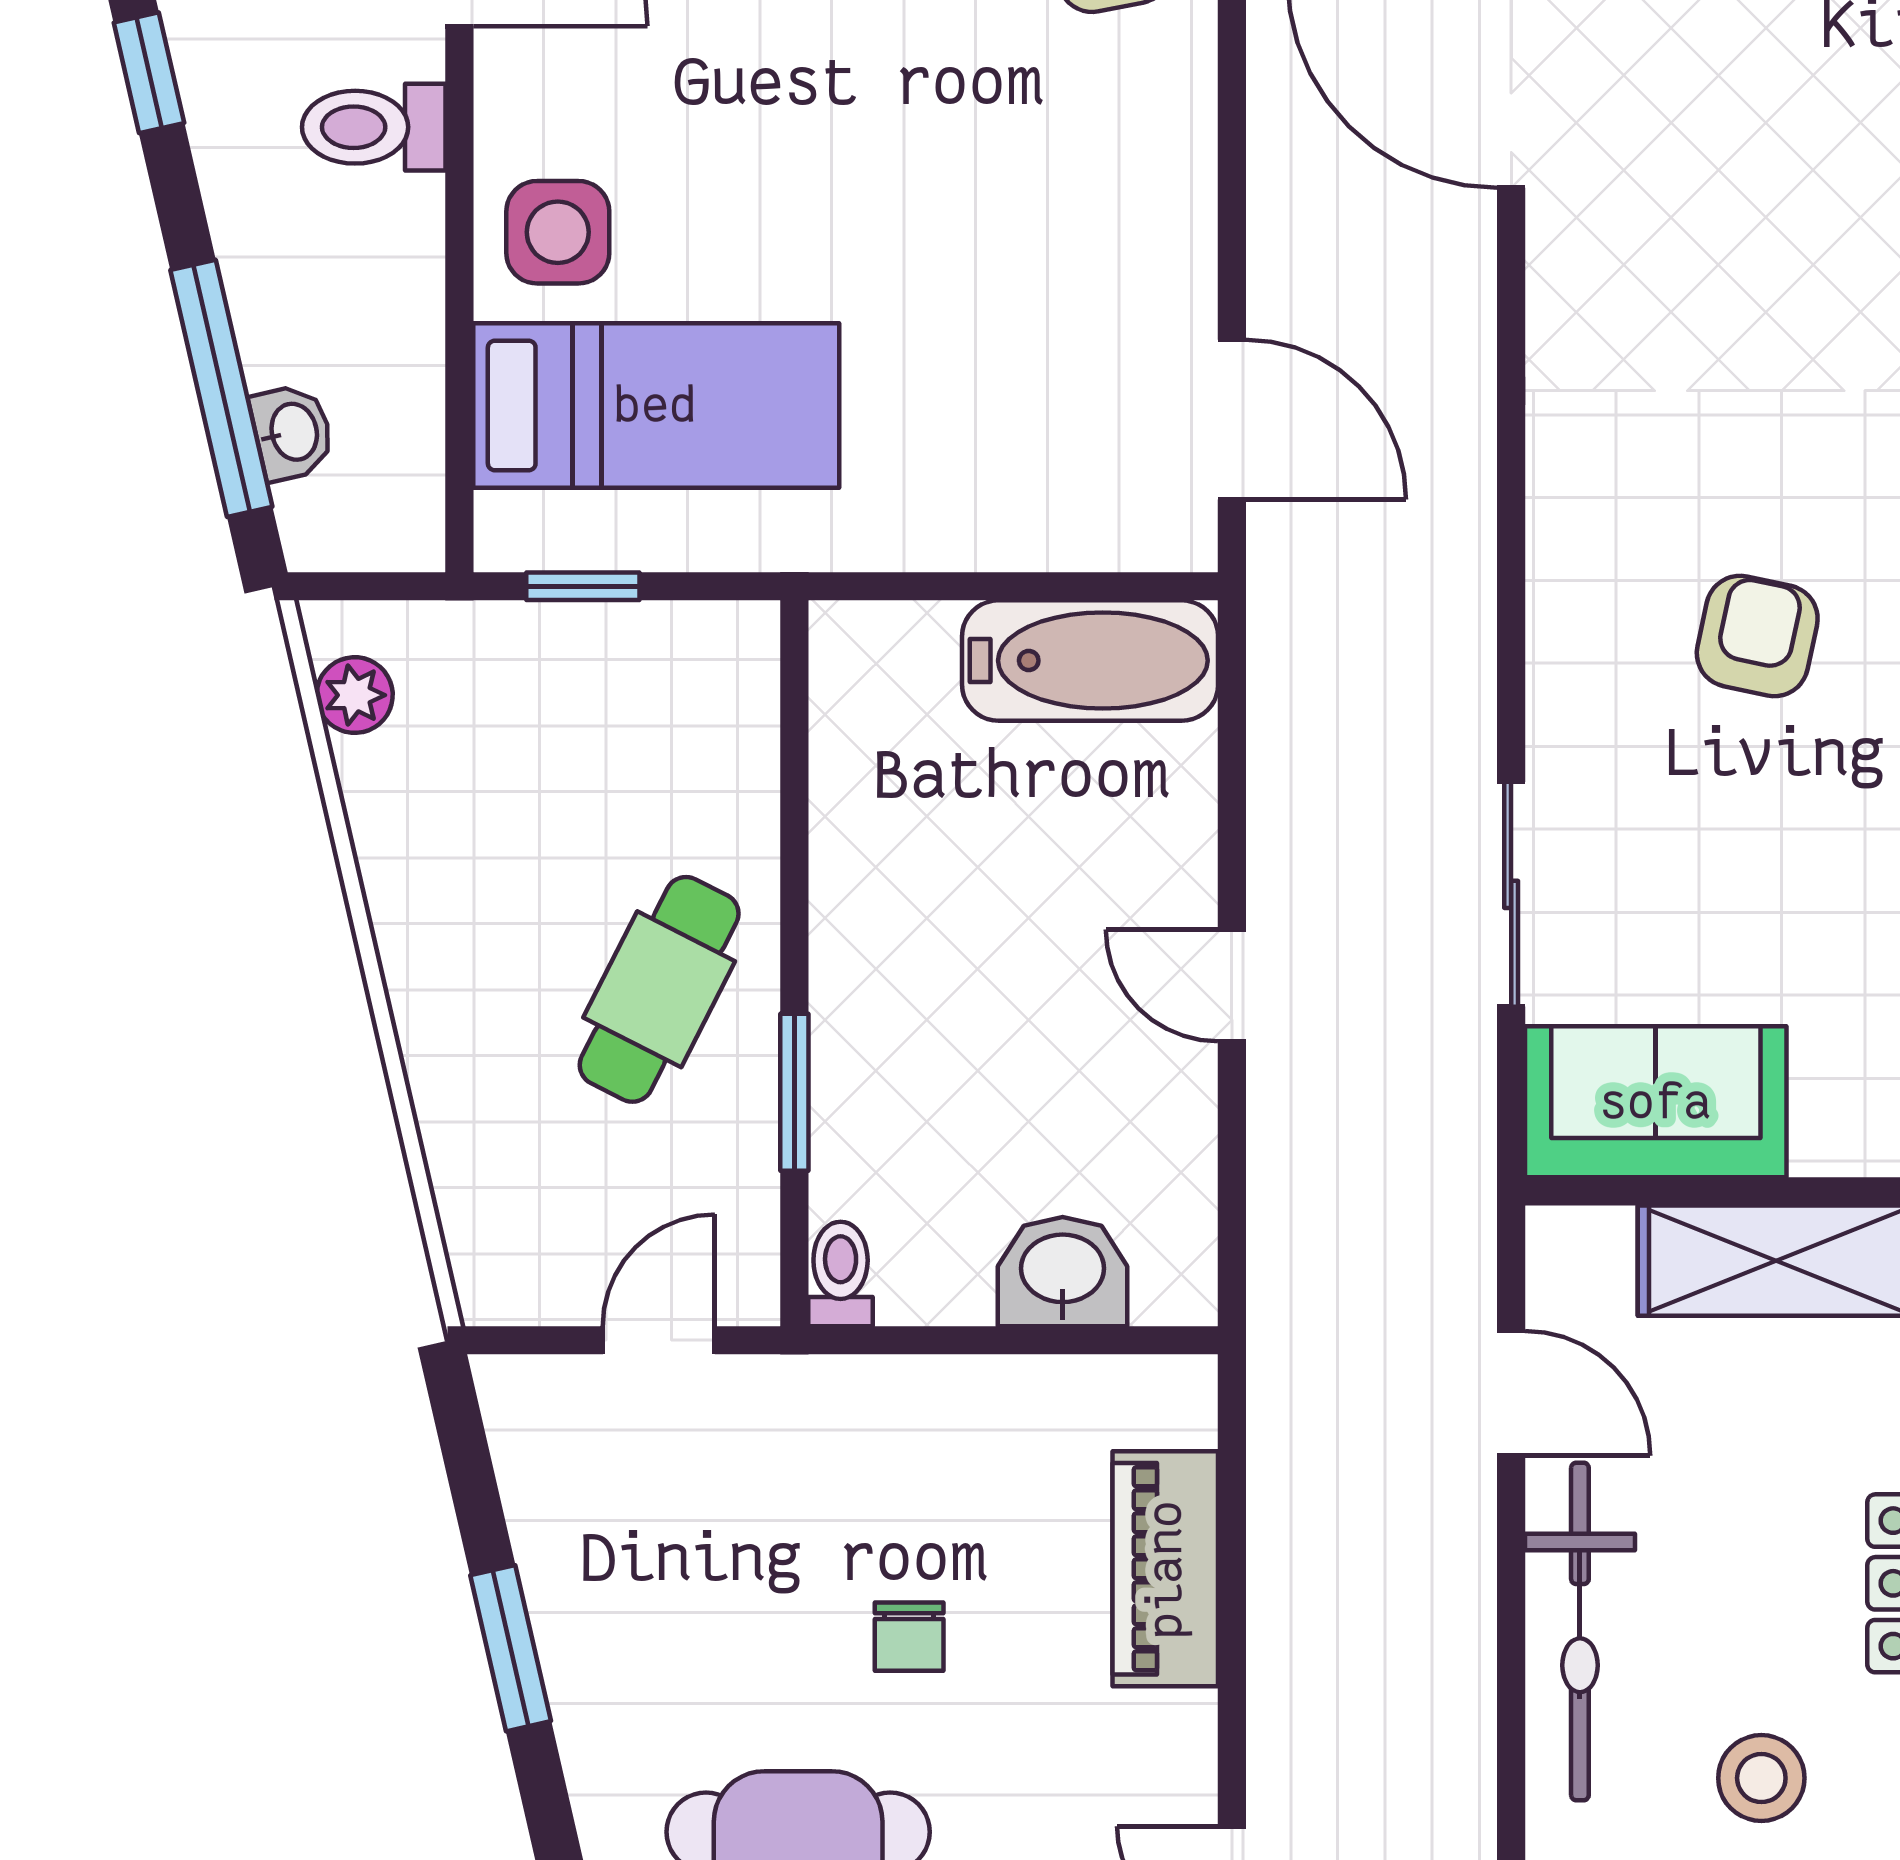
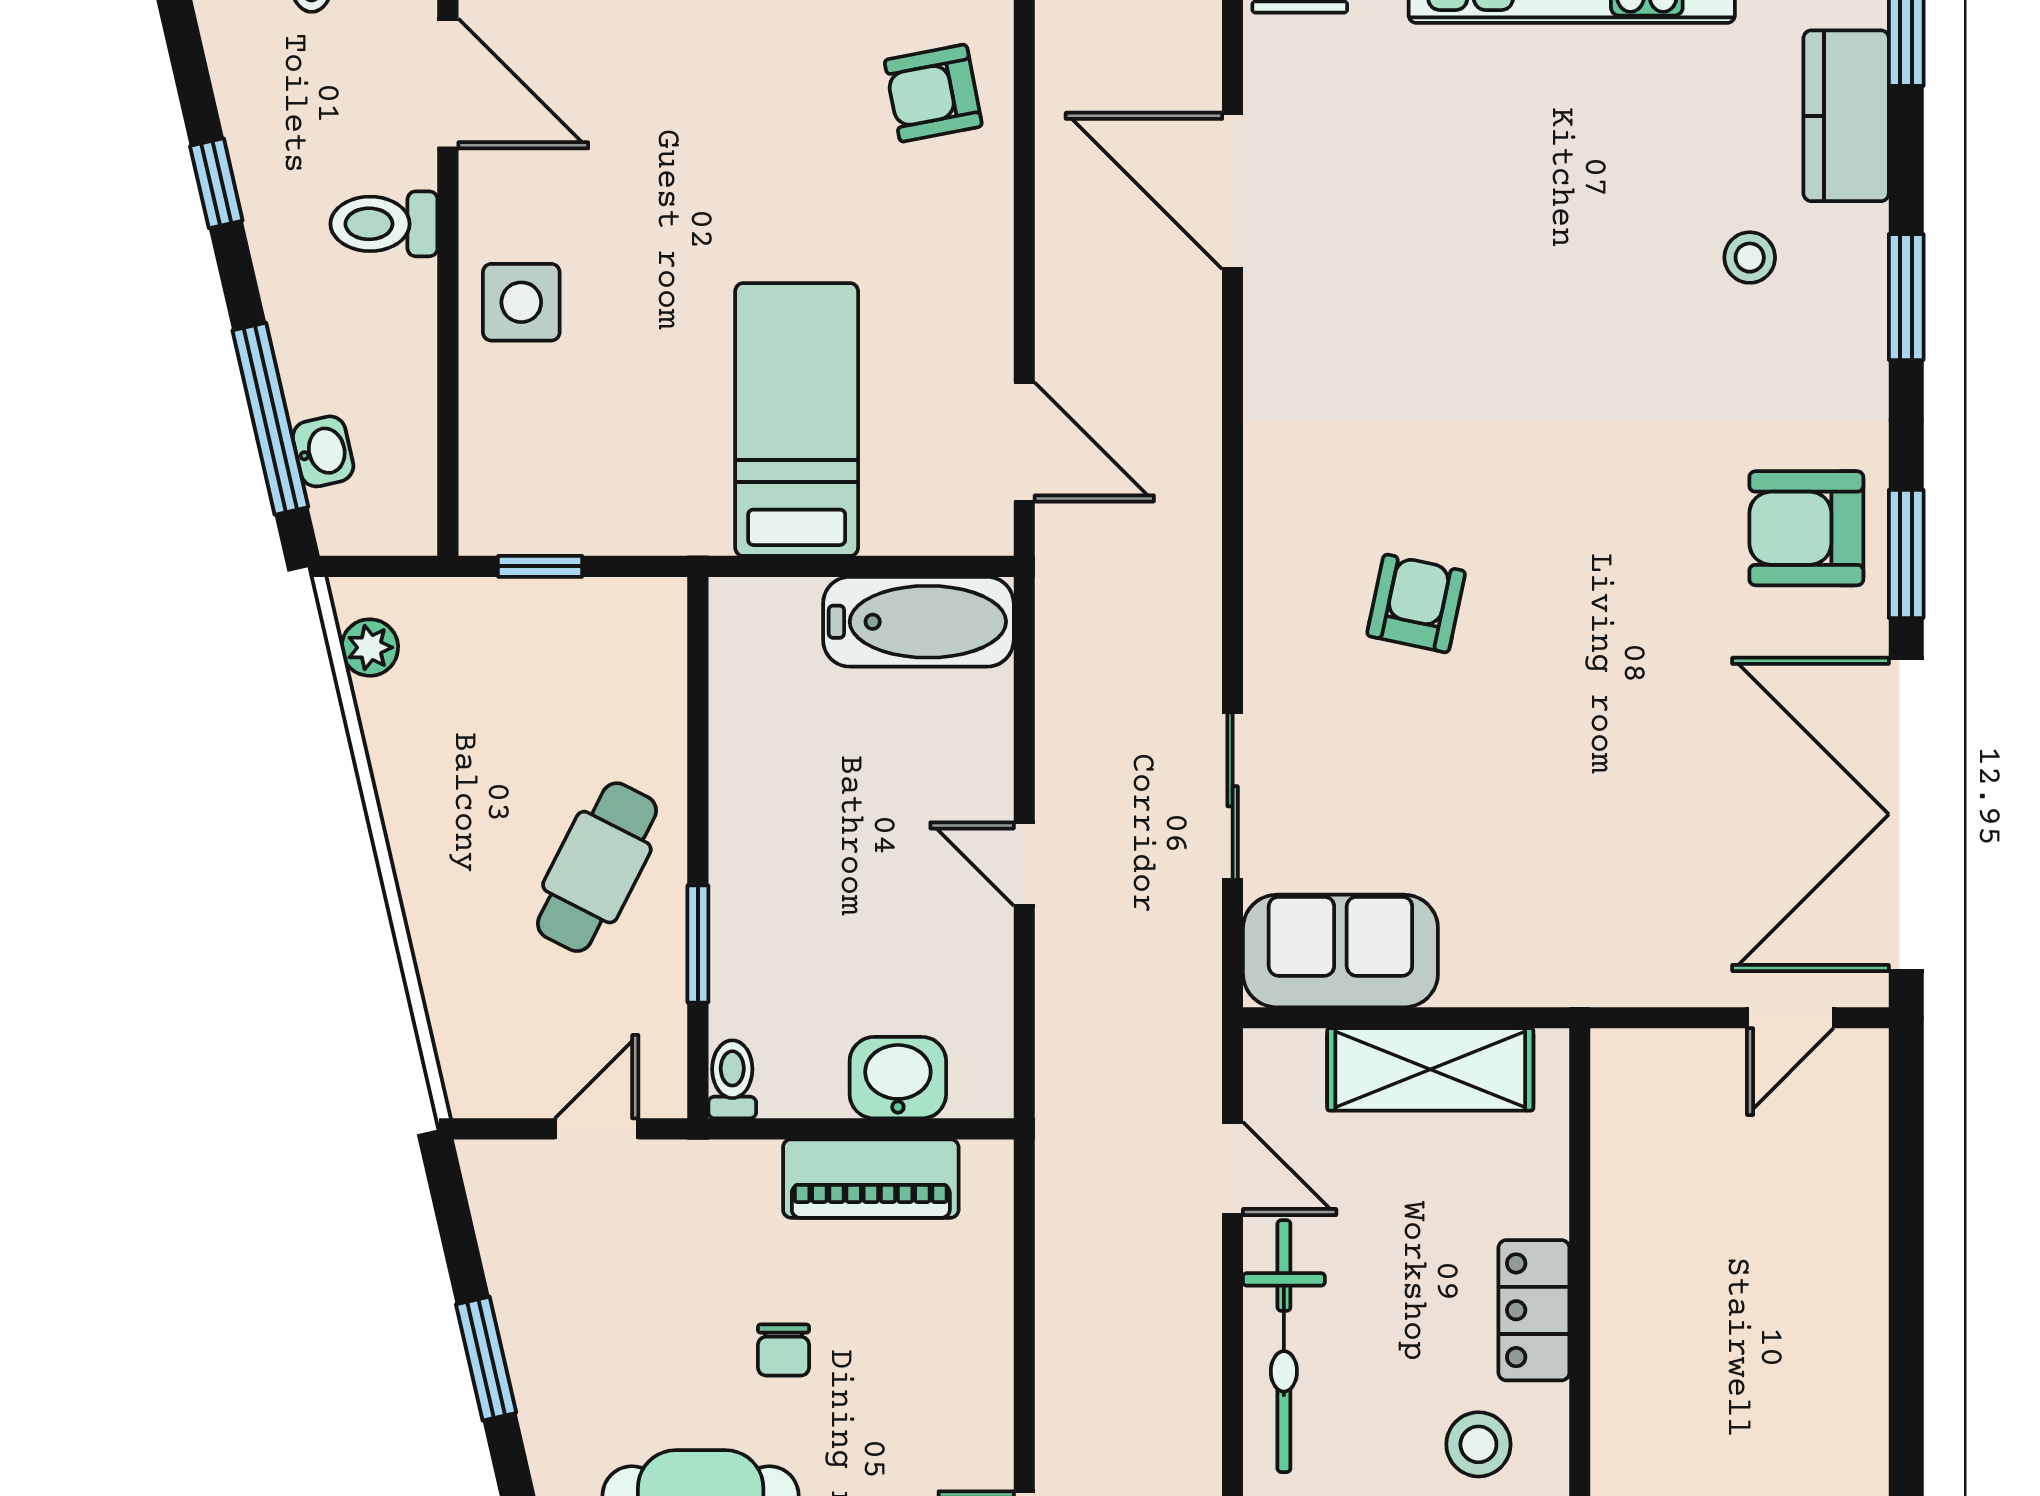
bed: (656, 405) -> (797, 419), moved, turned -90
piano: (1165, 1569) -> (871, 1179), moved, turned -90
stool: (1761, 1778) -> (1478, 1444), moved

